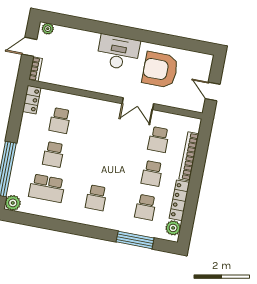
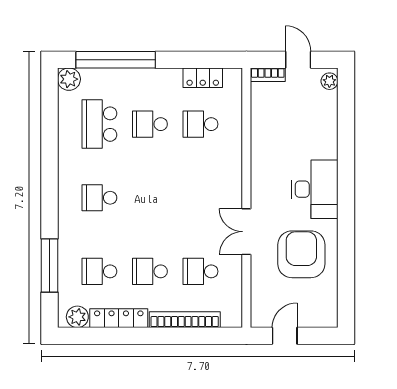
locker: (32, 100) -> (203, 78), moved

